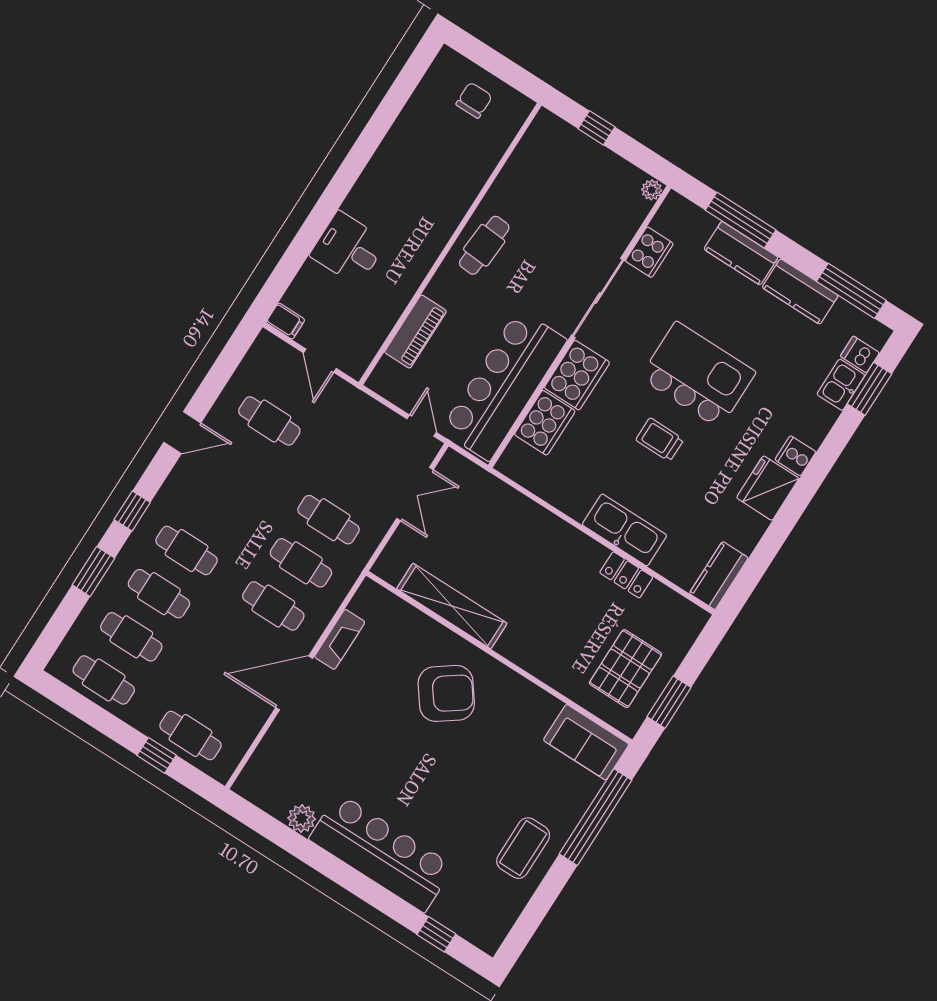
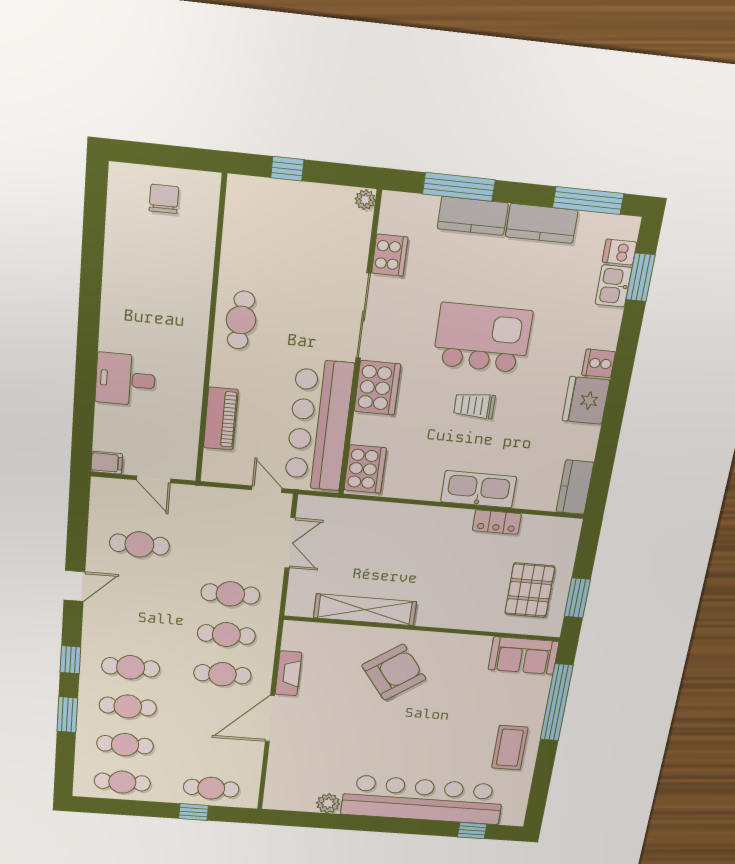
cooker: (545, 423) -> (365, 469), moved
bar counter: (381, 853) -> (423, 800), width x1.36

